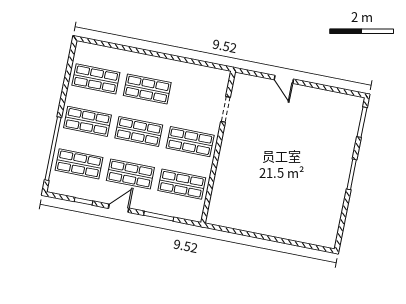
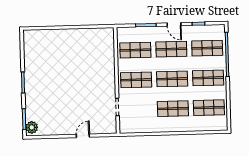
door: (284, 79) -> (83, 136), hinge flipped
plant: (354, 108) -> (32, 127), added
door: (119, 208) -> (174, 24), hinge flipped

